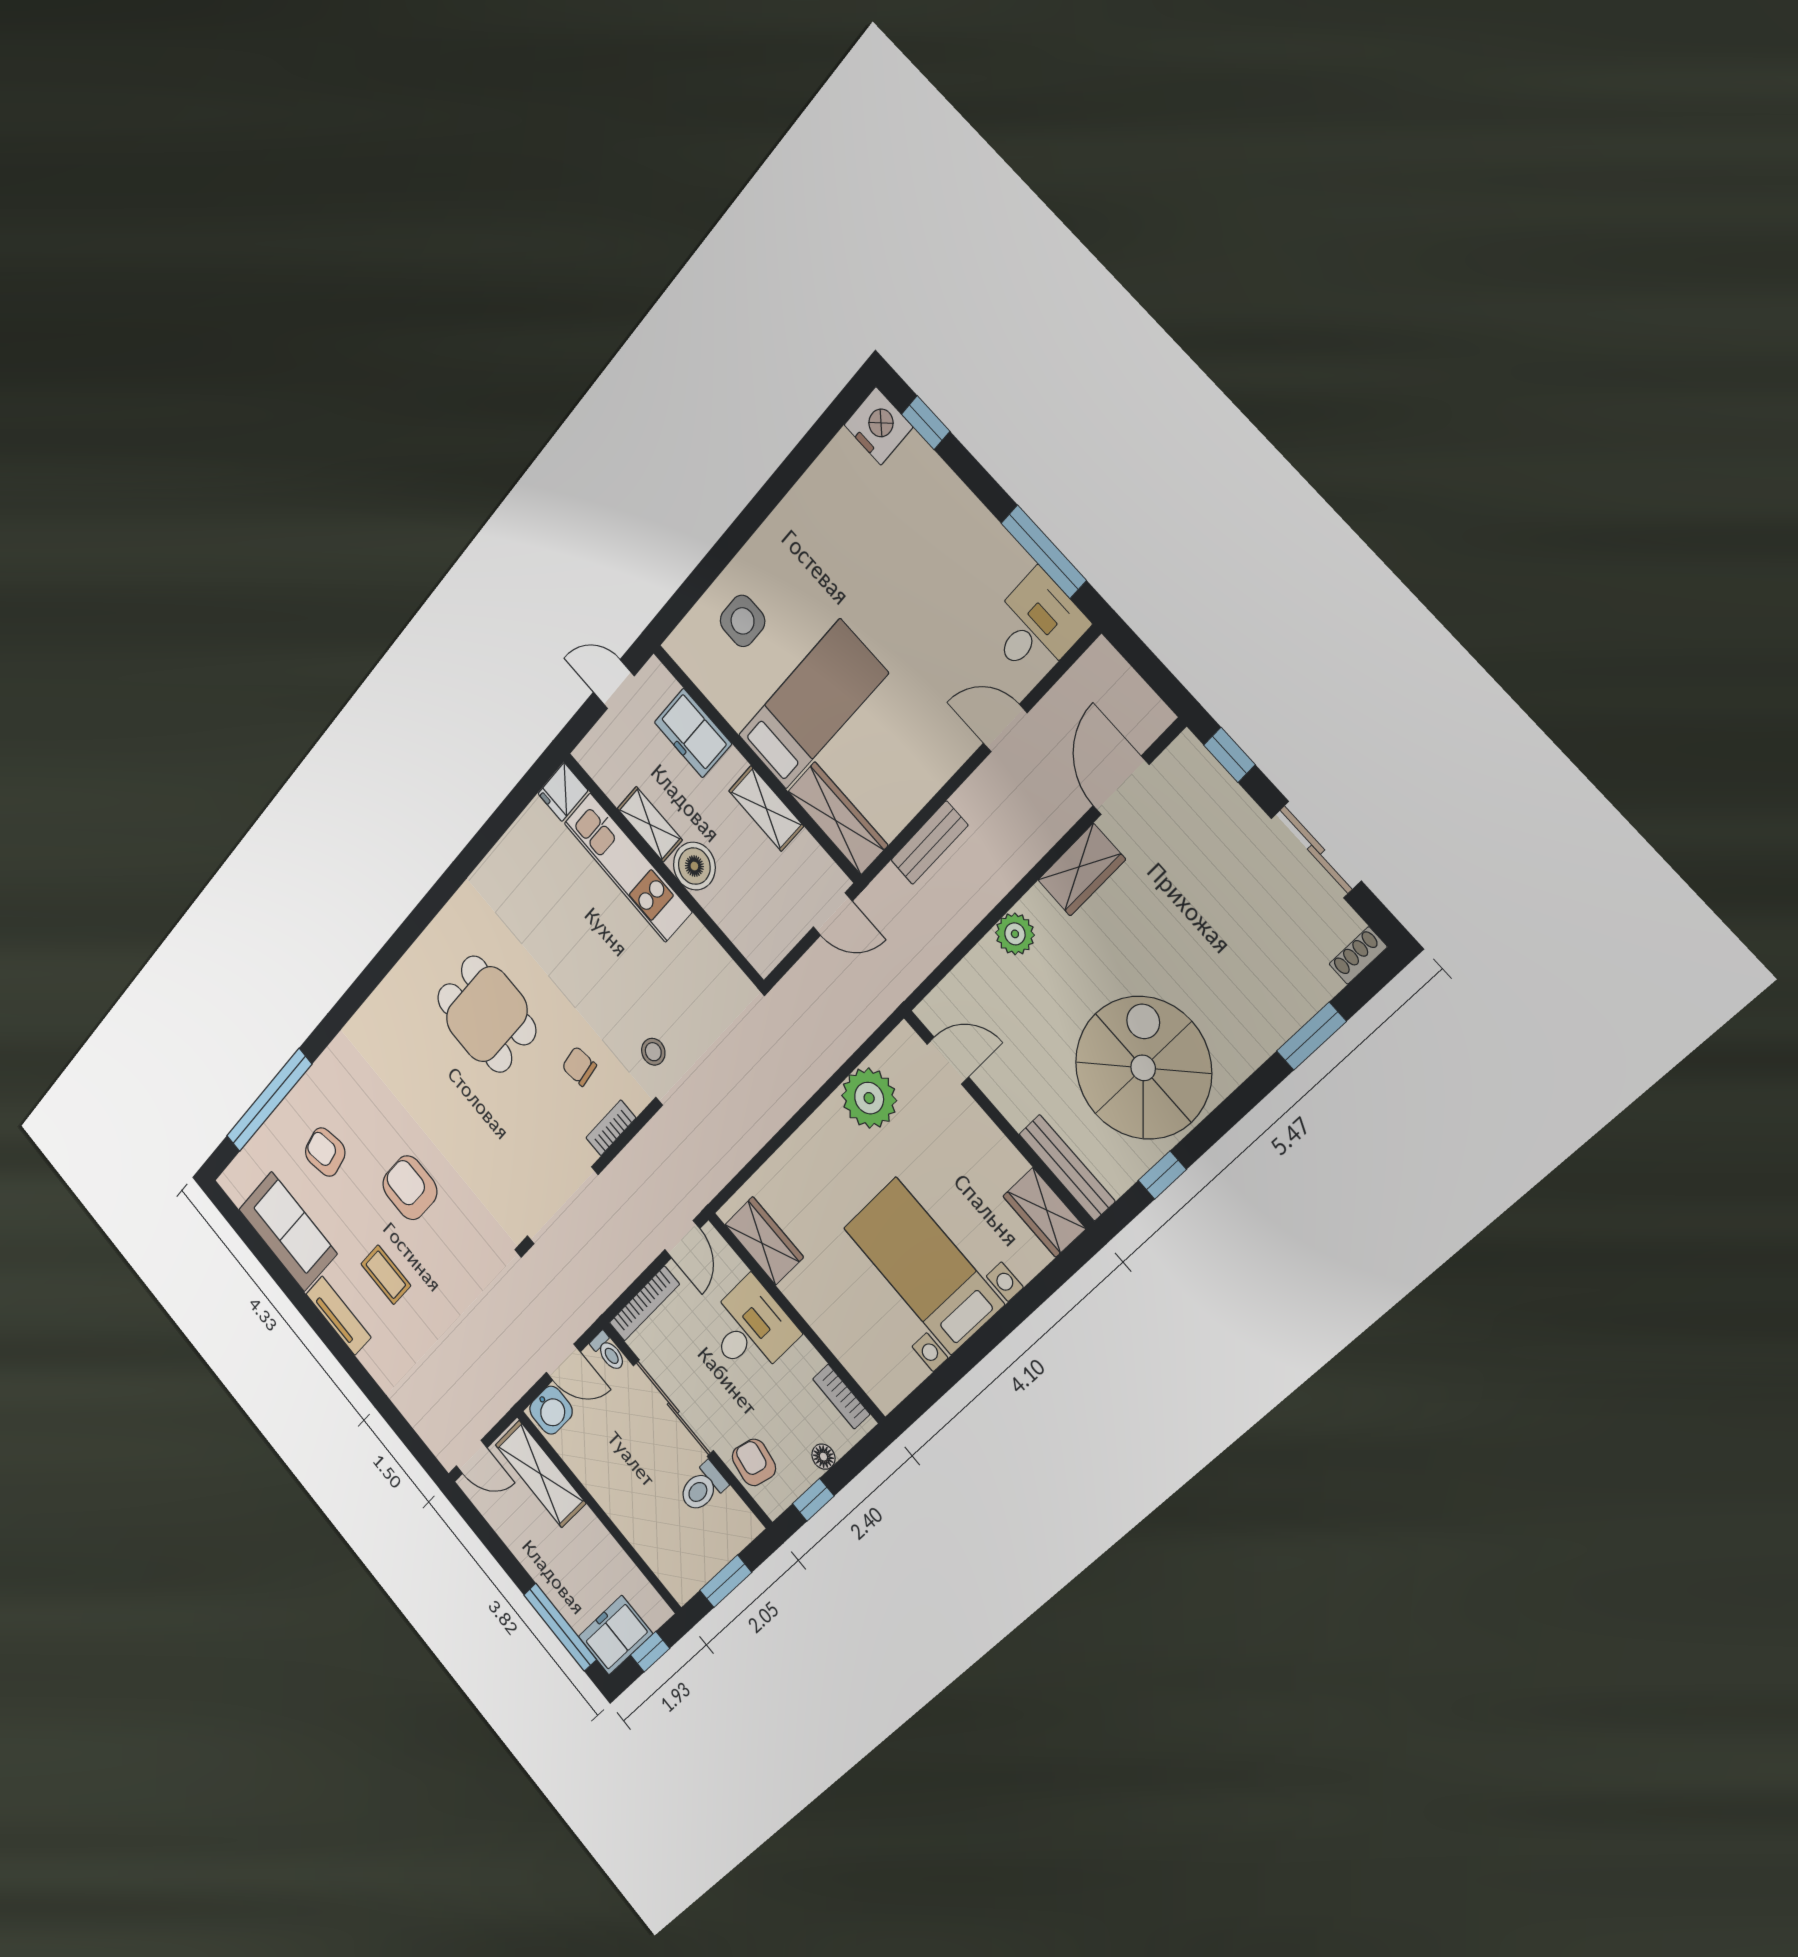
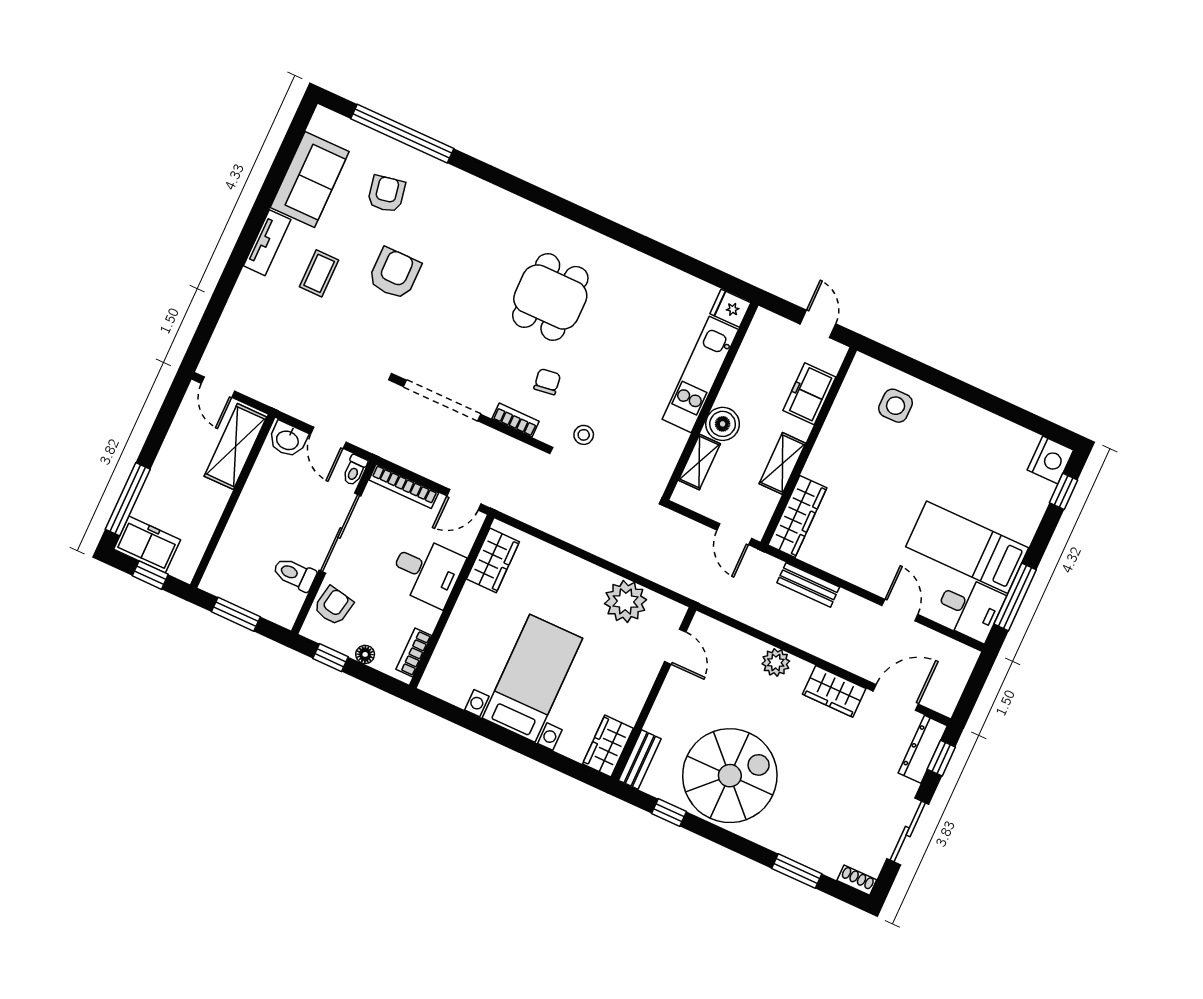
bed: (813, 704) -> (967, 547), moved, turned 180
dresser: (1207, 777) -> (923, 749), added
shelving: (650, 824) -> (699, 462), moved
bench: (1067, 1168) -> (640, 760), width x0.73

